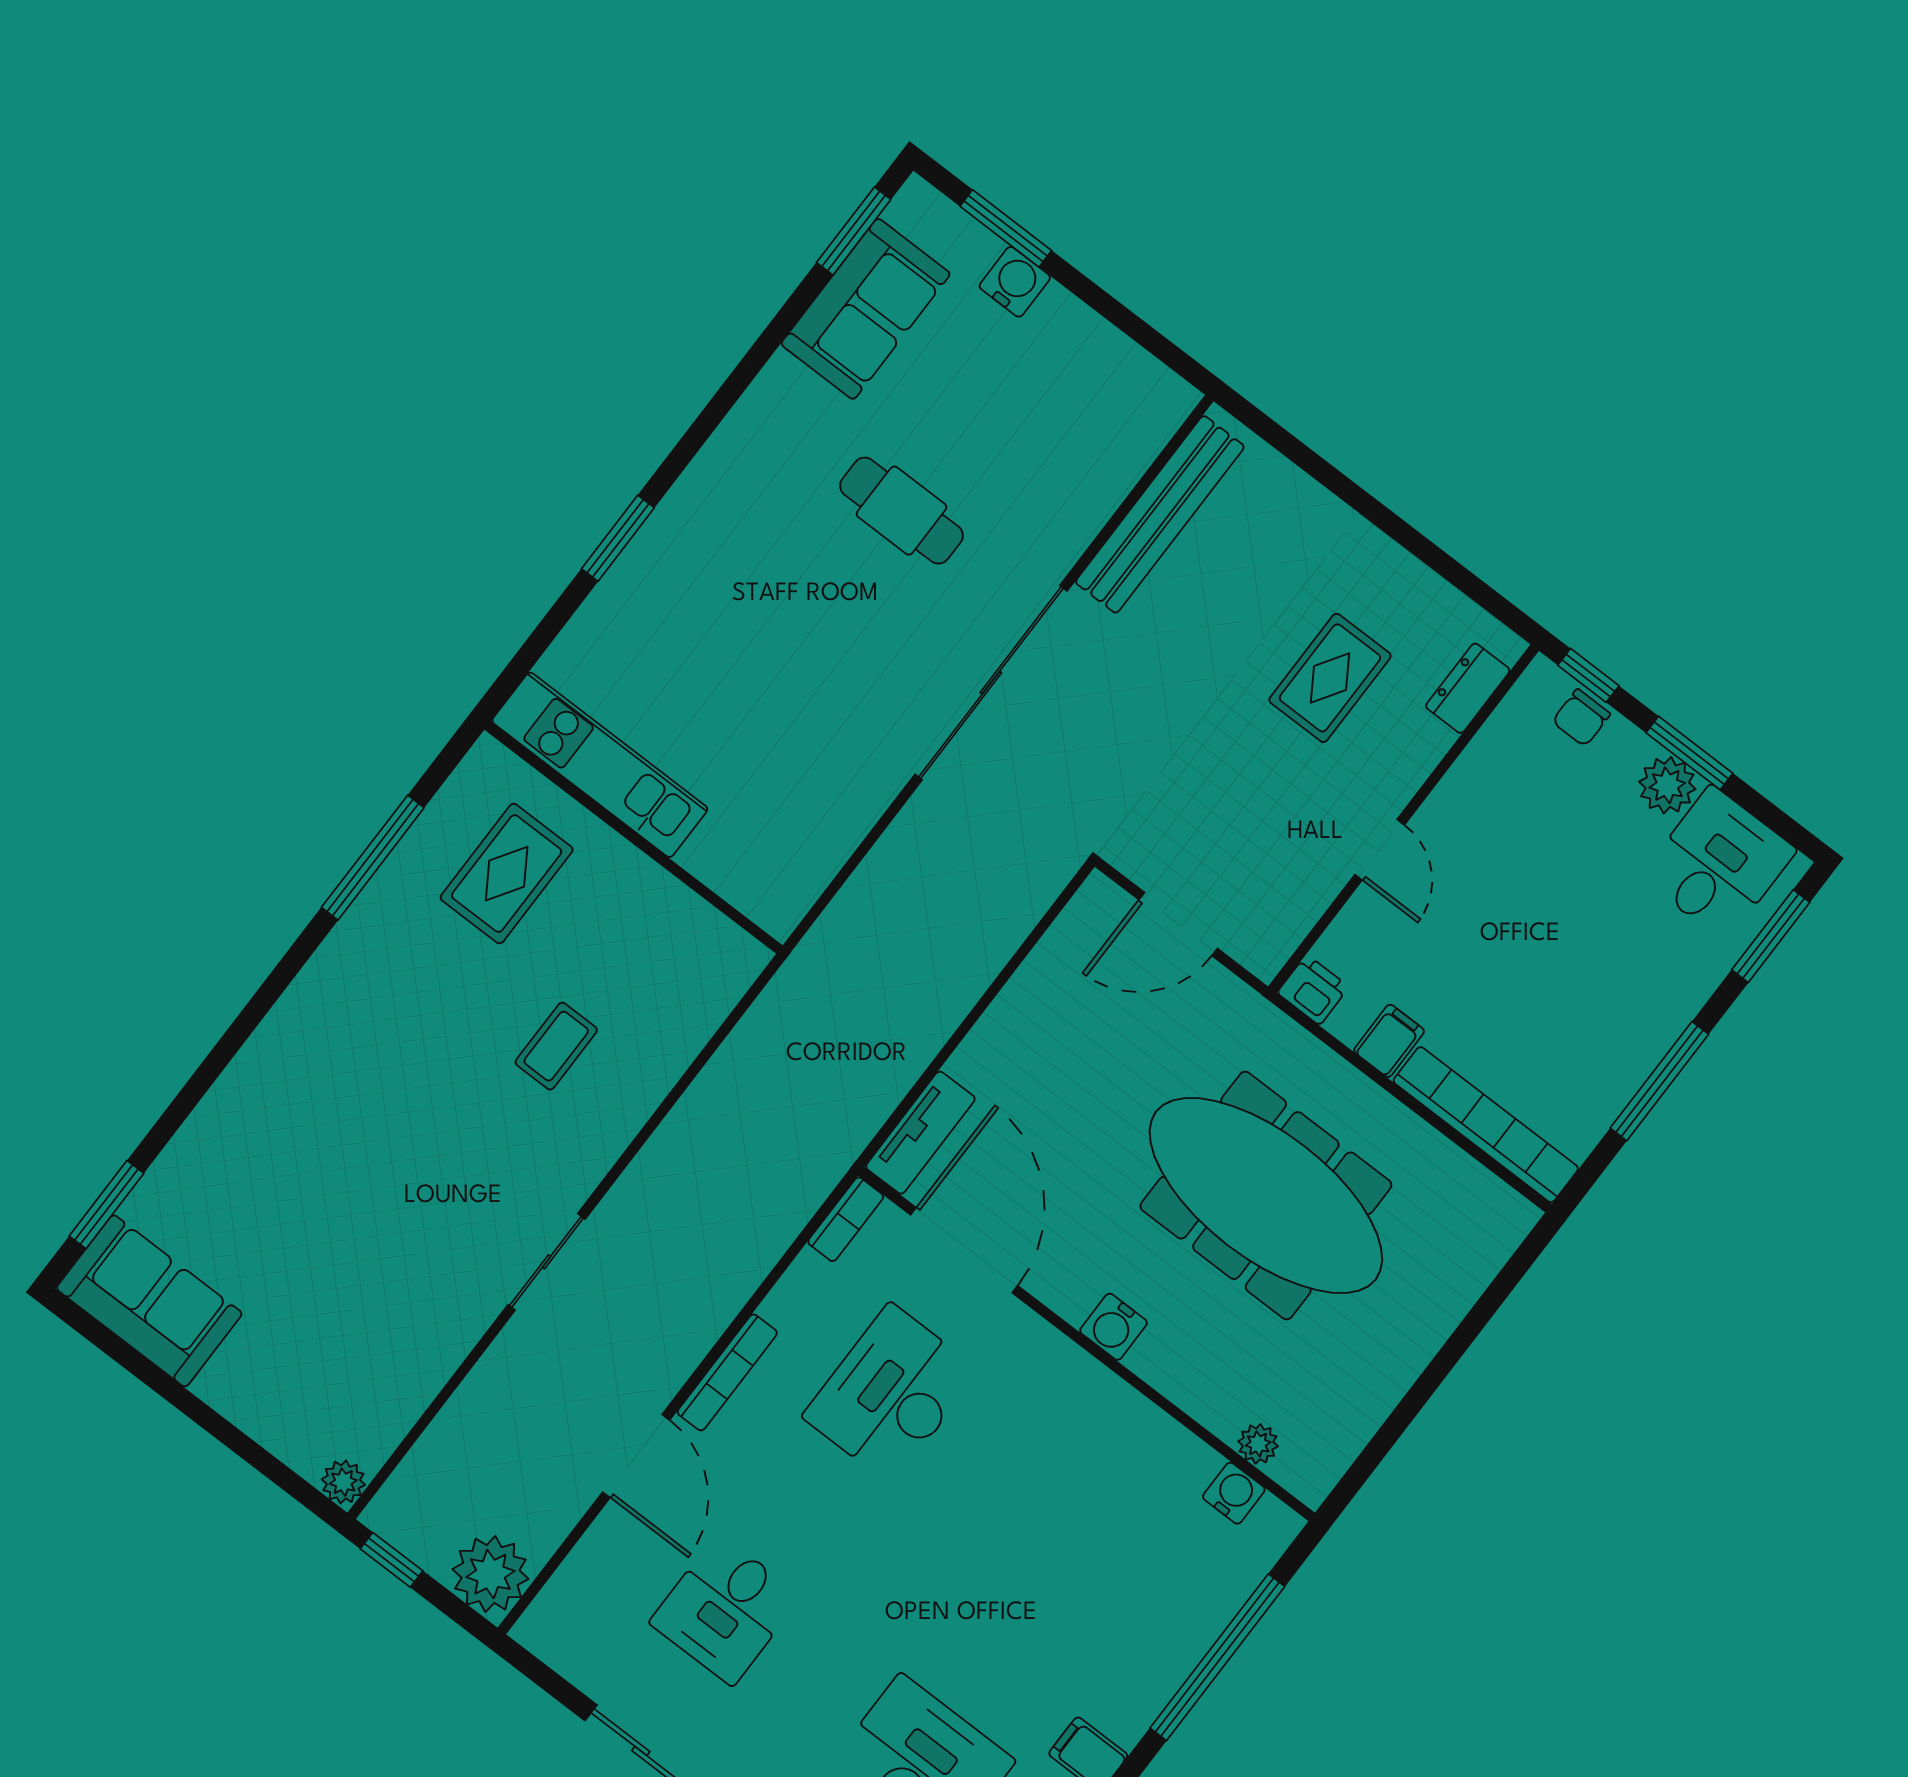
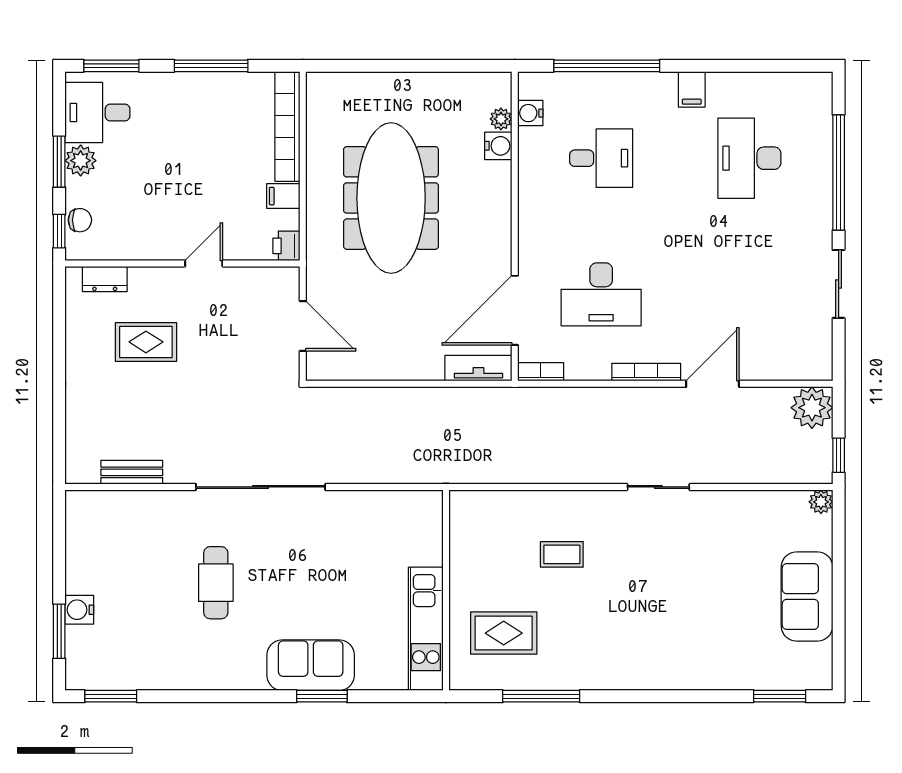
sofa: (866, 309) -> (311, 665), moved
bench: (1160, 514) -> (132, 472), width x0.54, depth x0.82
sofa: (149, 1301) -> (807, 596), moved
water cooler: (1114, 1327) -> (498, 146), moved
desk: (725, 1610) -> (601, 158), moved

